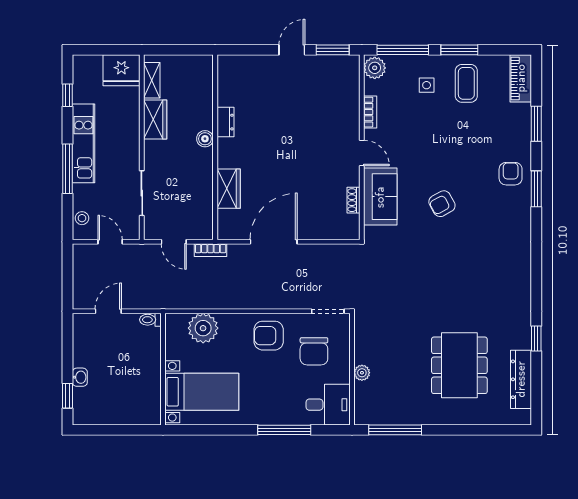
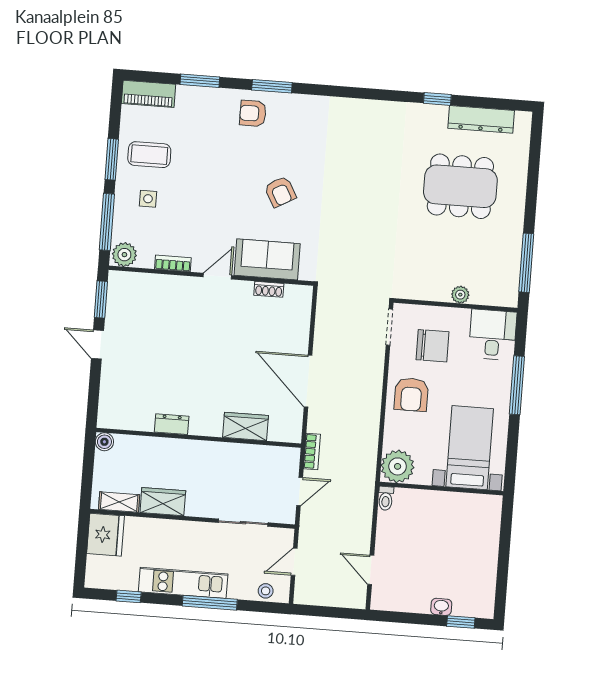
boiler: (205, 139) -> (104, 442), moved
toilet: (150, 320) -> (386, 498), moved
wall: (163, 369) -> (441, 489), moved
bed with nightstands: (202, 392) -> (470, 448), moved

